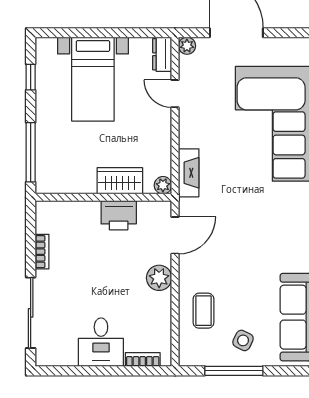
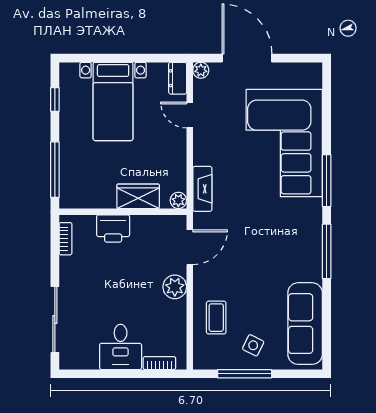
printer: (119, 215) -> (113, 228), moved
bookcase: (42, 252) -> (65, 239), moved

